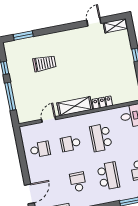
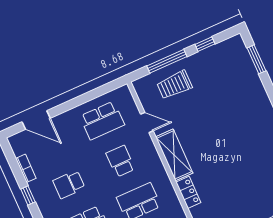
trolley: (44, 63) -> (174, 85), moved, turned 90
school desk: (40, 149) -> (102, 121), width x1.85
school desk: (78, 182) -> (69, 184), turned 180

